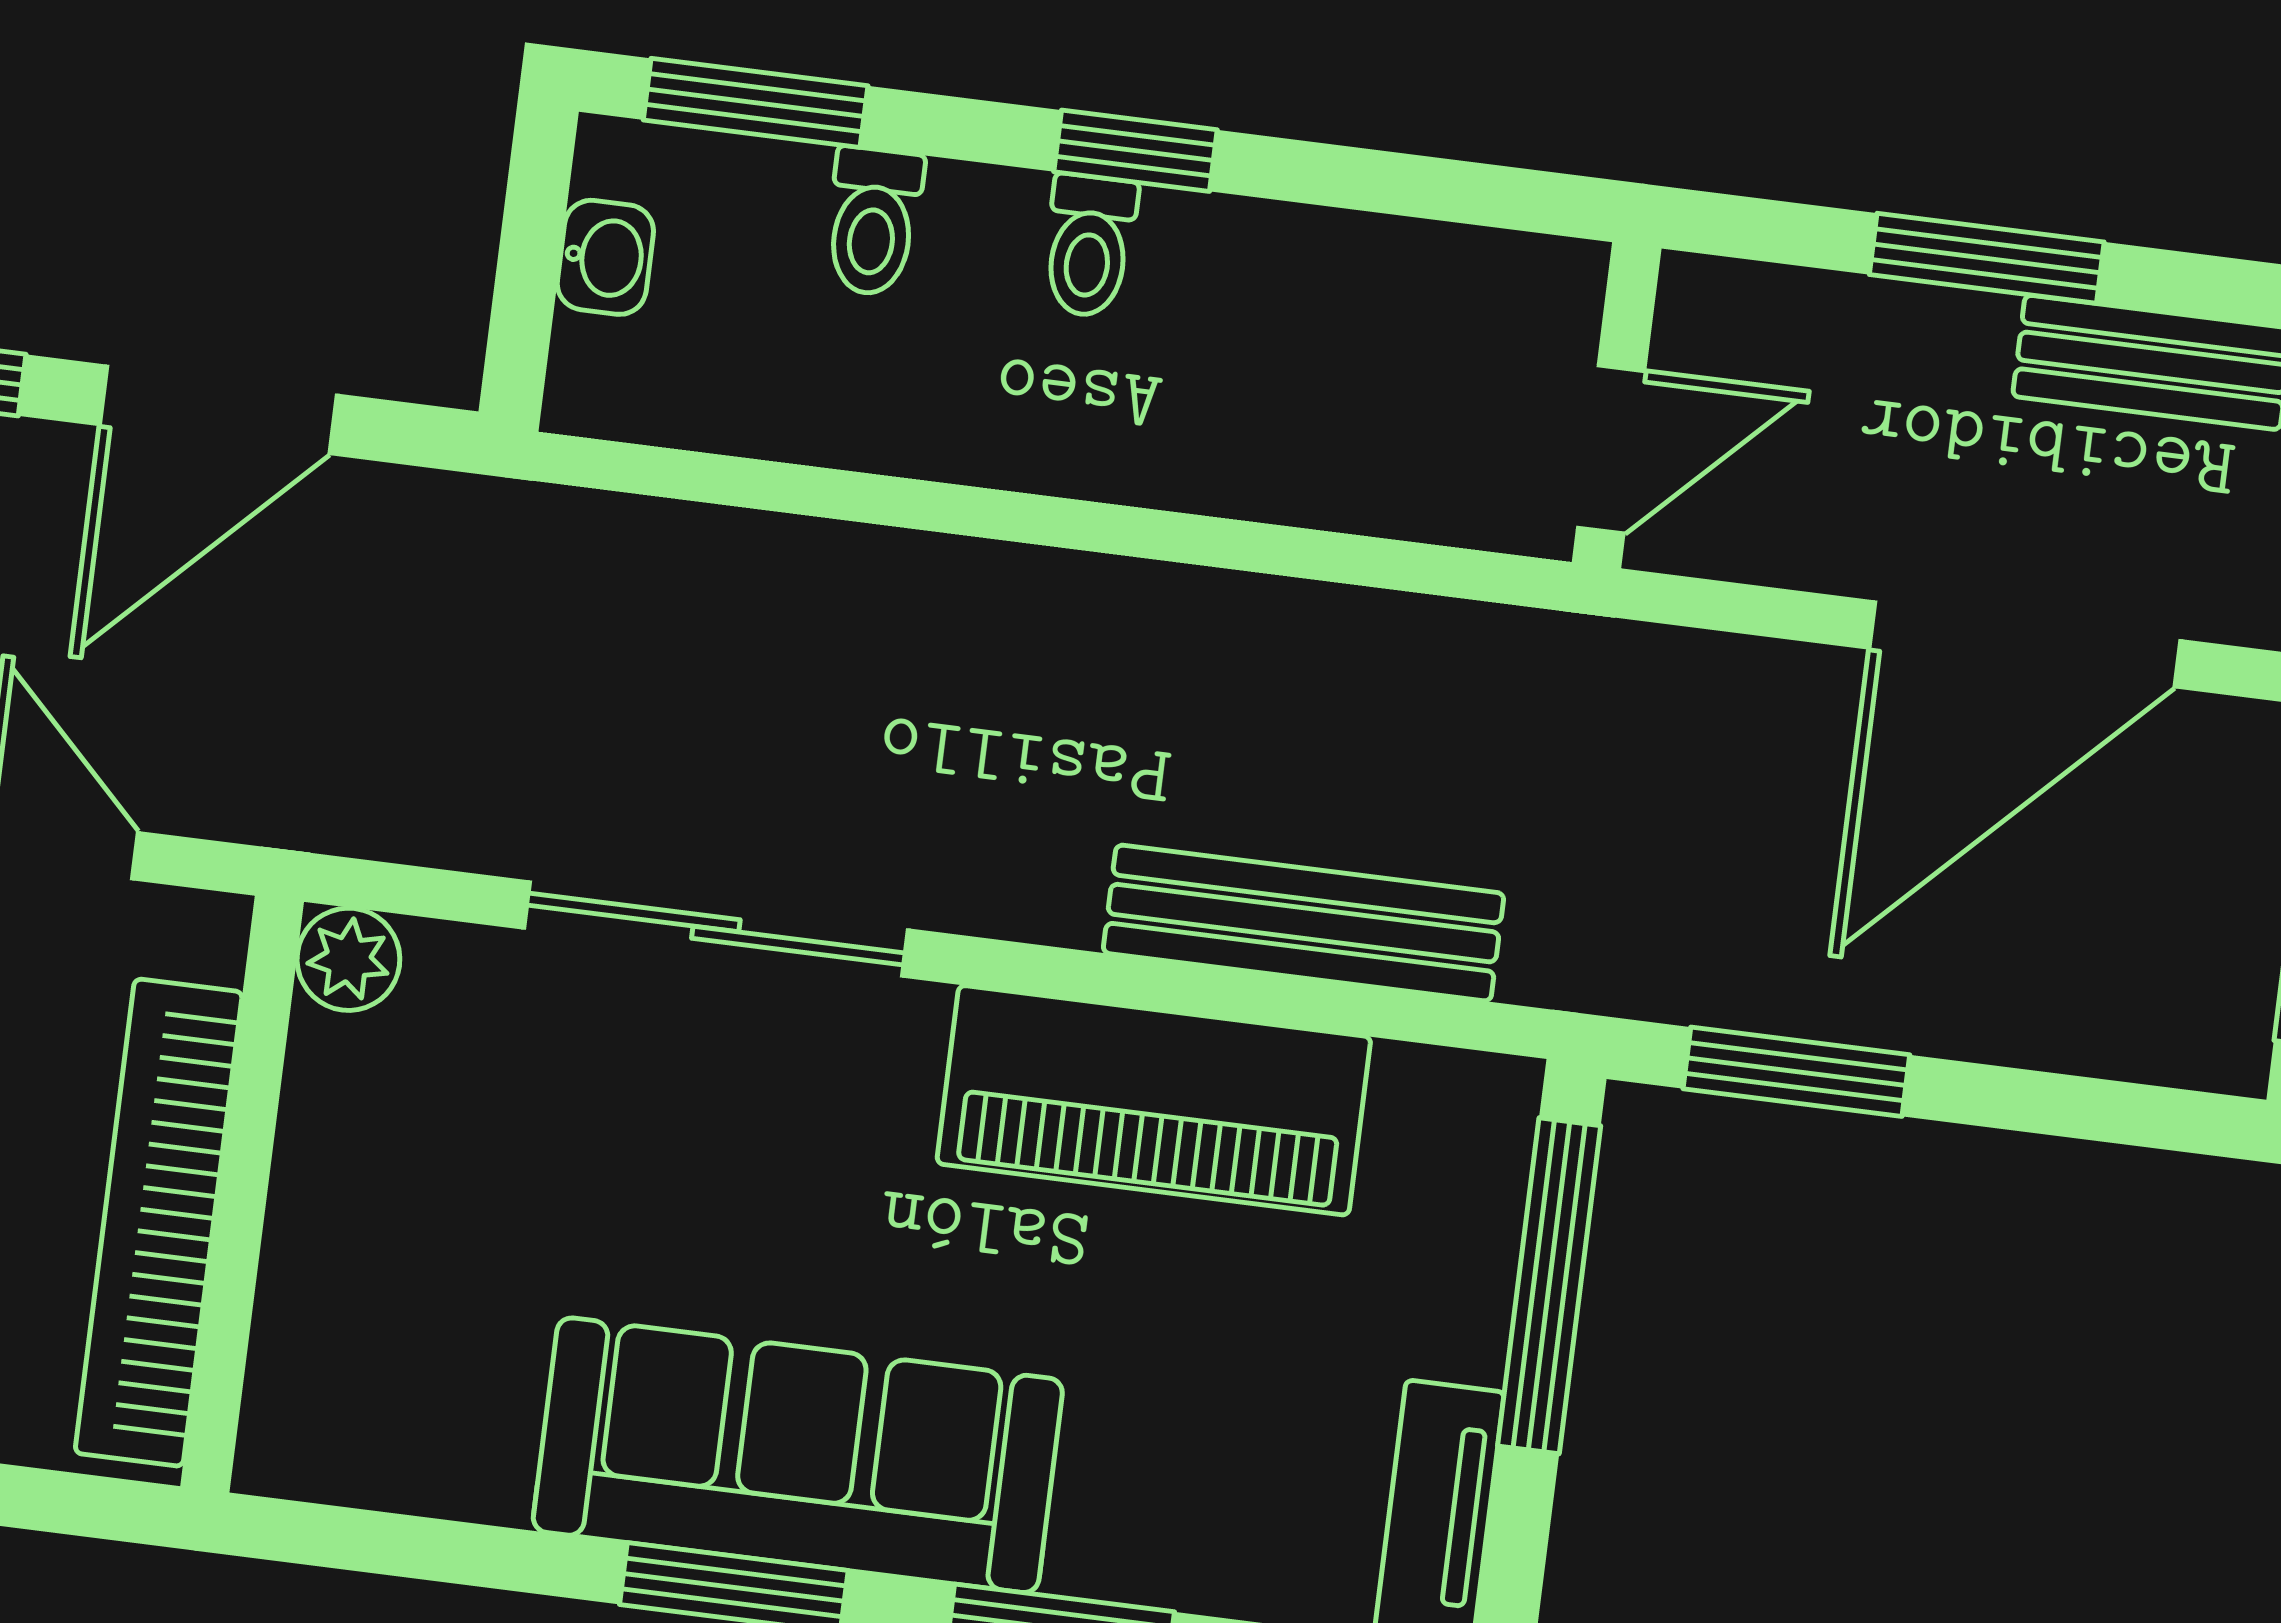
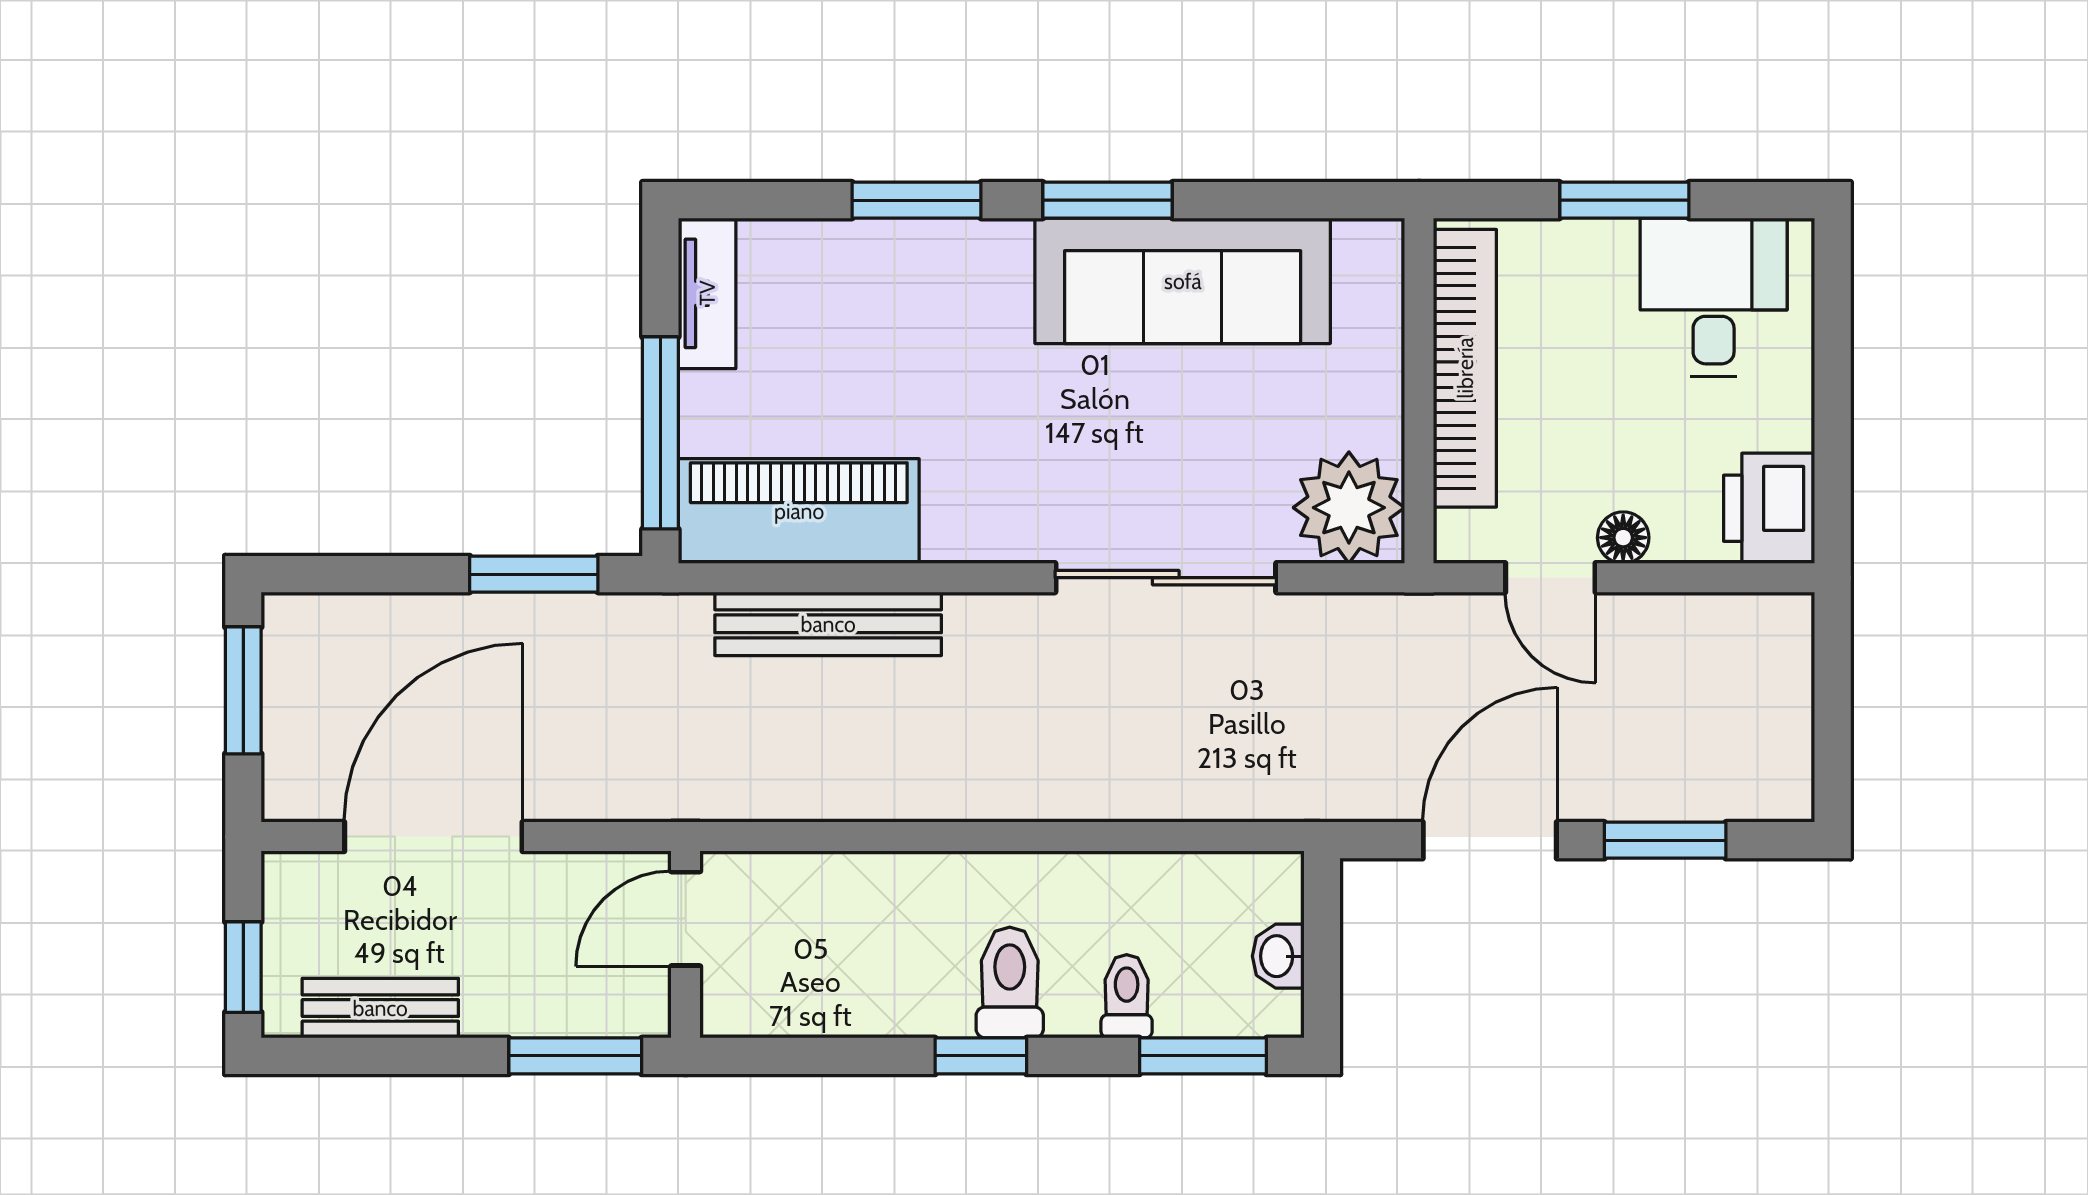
toilet: (1089, 246) -> (1010, 982), width x1.37, depth x1.39
window: (1987, 258) -> (575, 1056), moved
plant: (348, 959) -> (1349, 508), width x1.88, depth x1.88
piano: (1154, 1100) -> (799, 511), moved
sofa: (798, 1455) -> (1183, 281), moved

